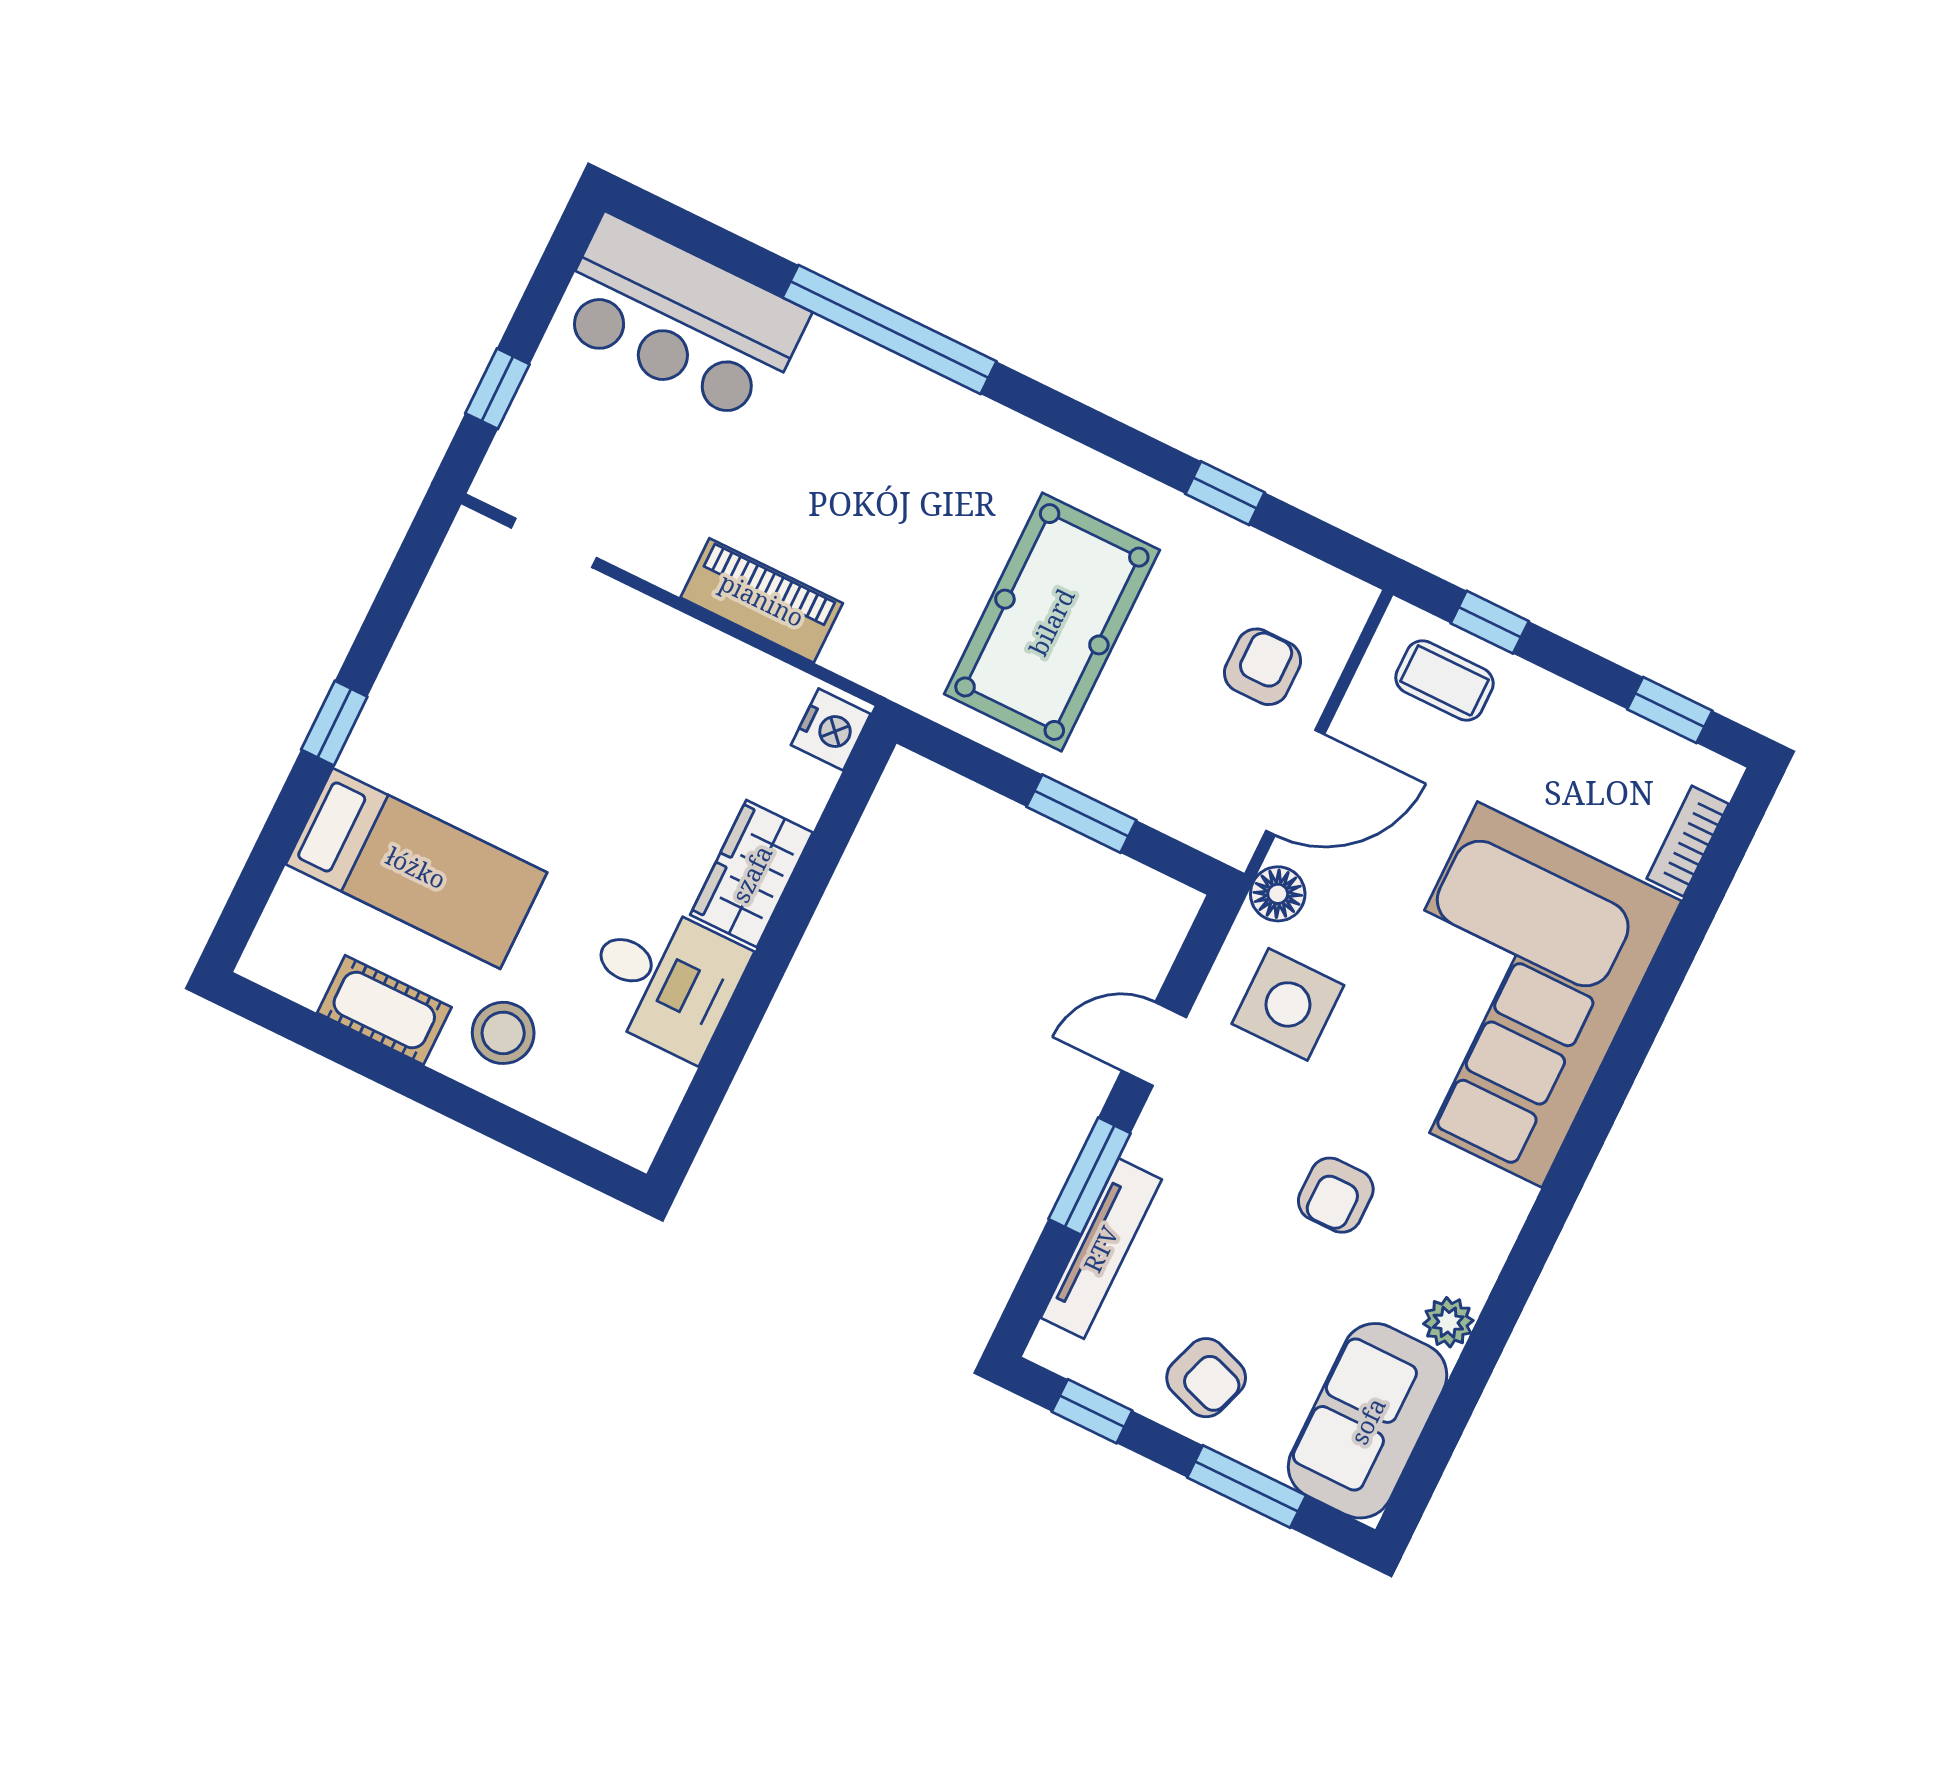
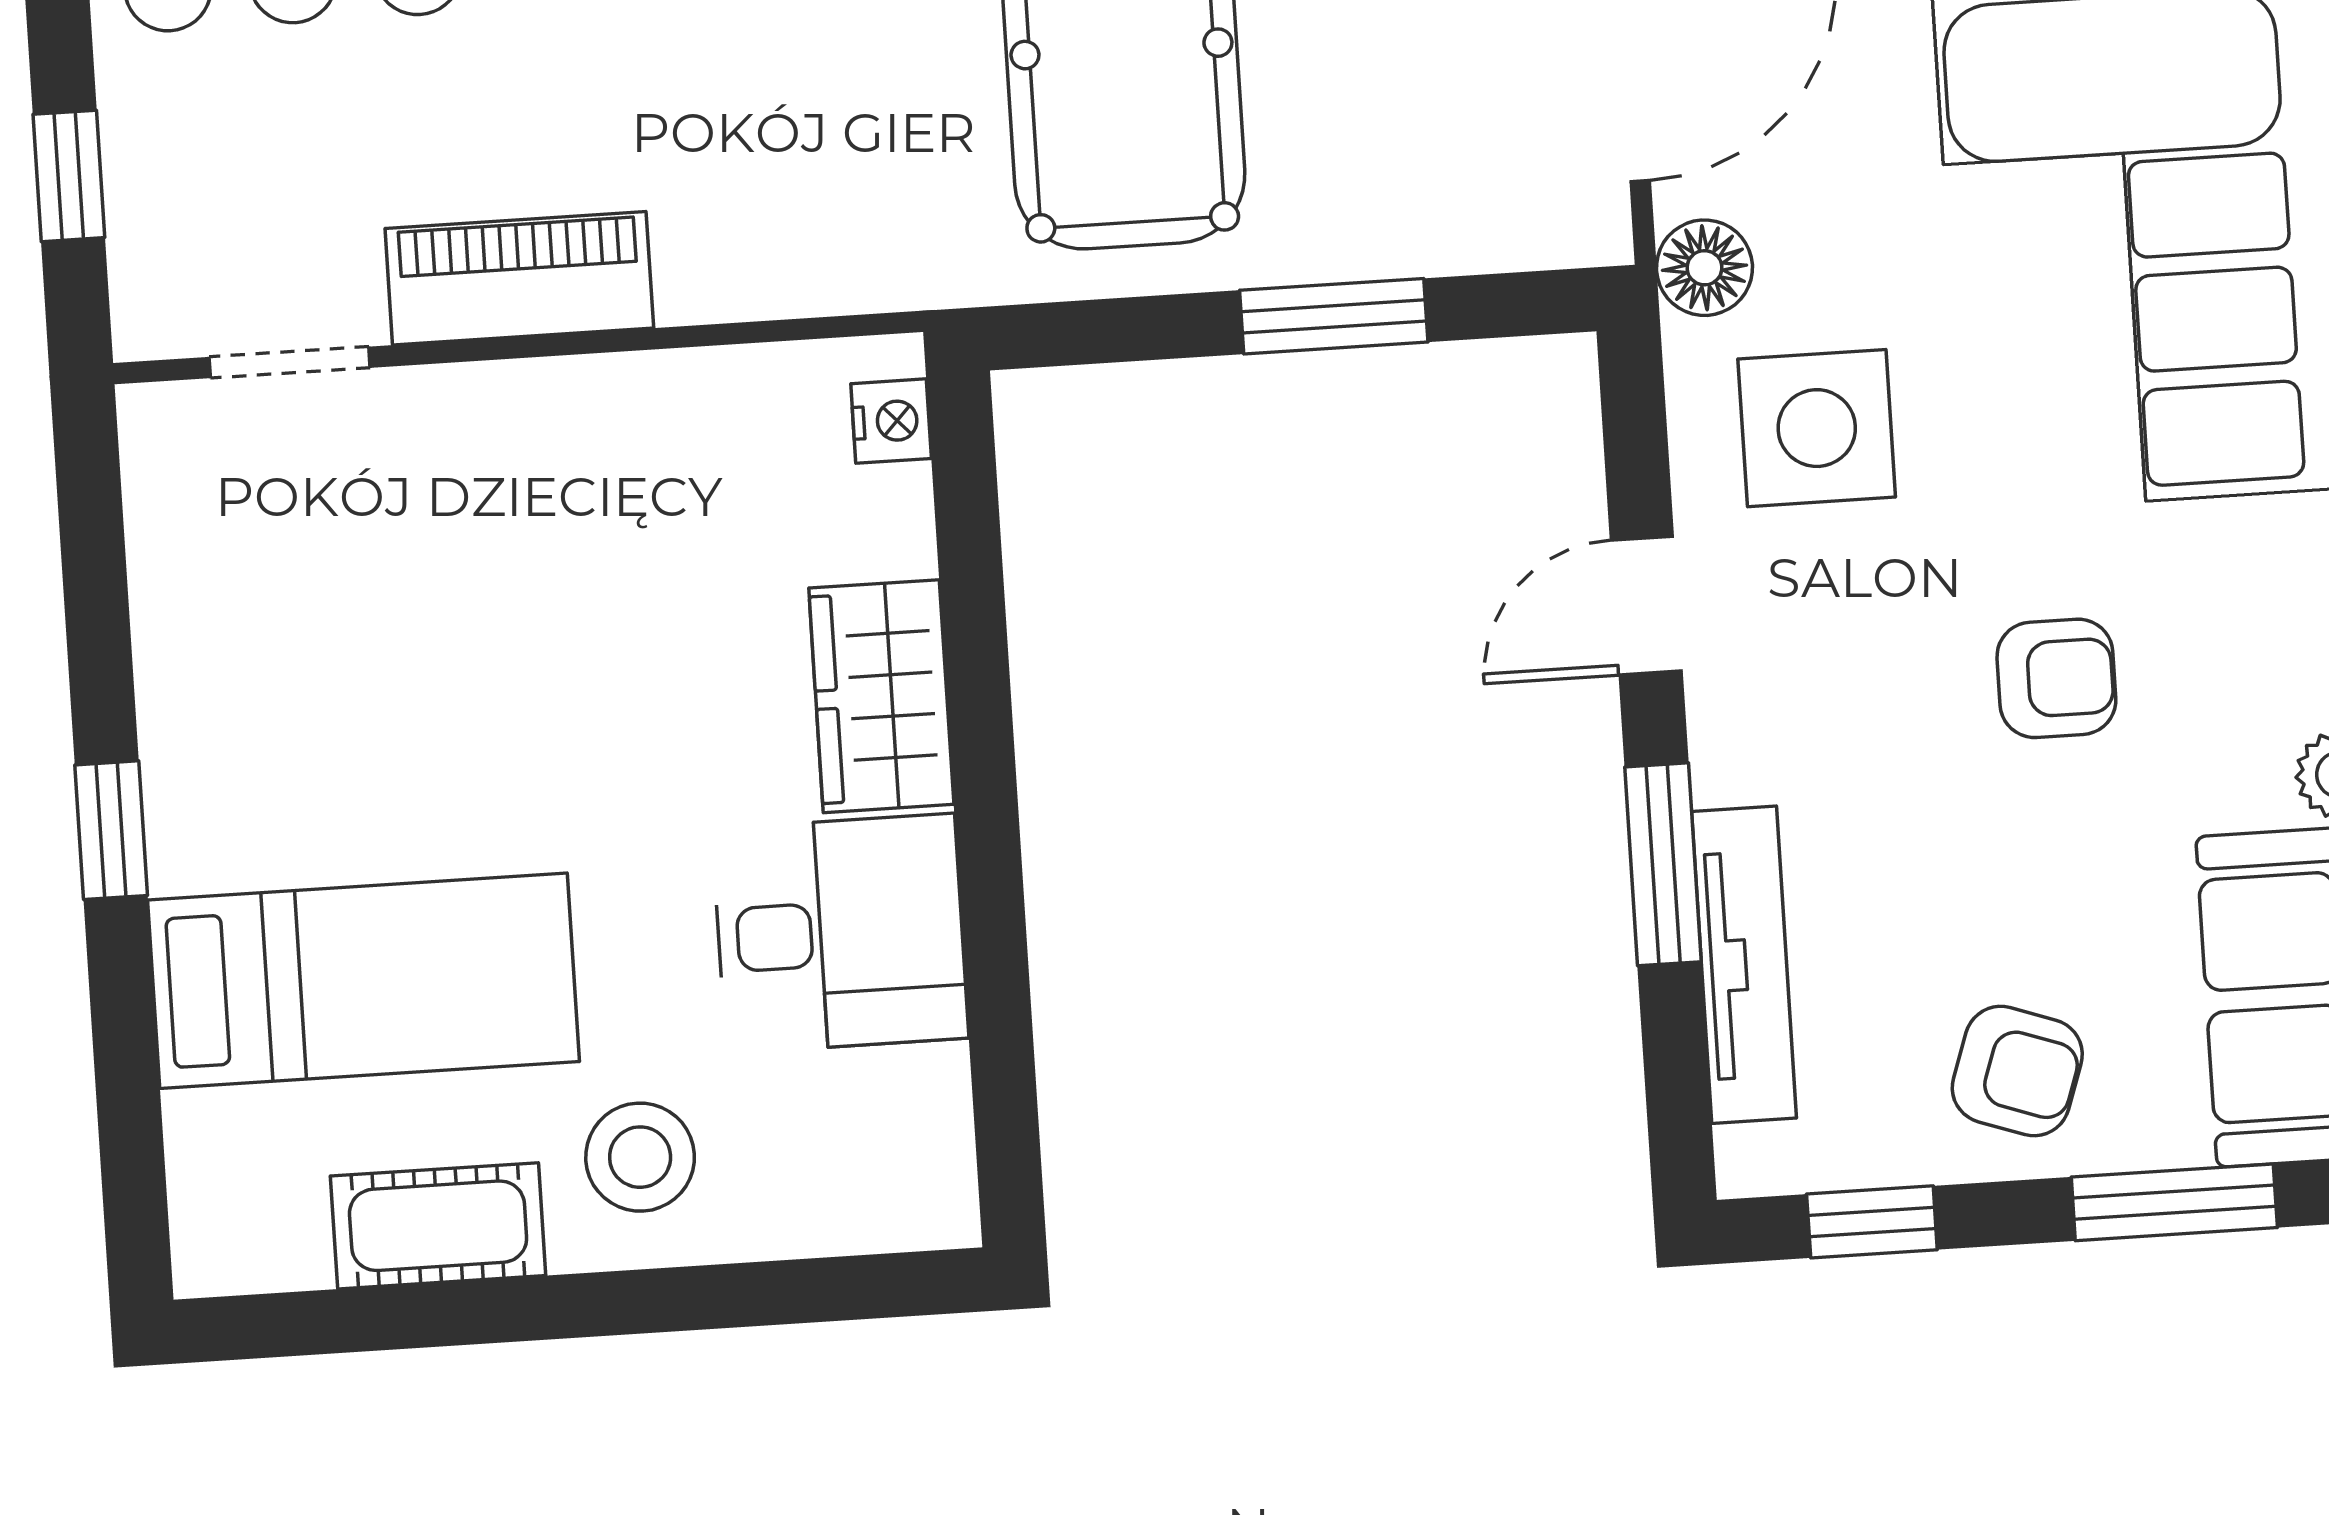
piano: (762, 600) -> (519, 278), moved
nightstand: (831, 729) -> (891, 421), width x0.72, depth x0.74
armchair: (1336, 1195) -> (2056, 678), turned -90

